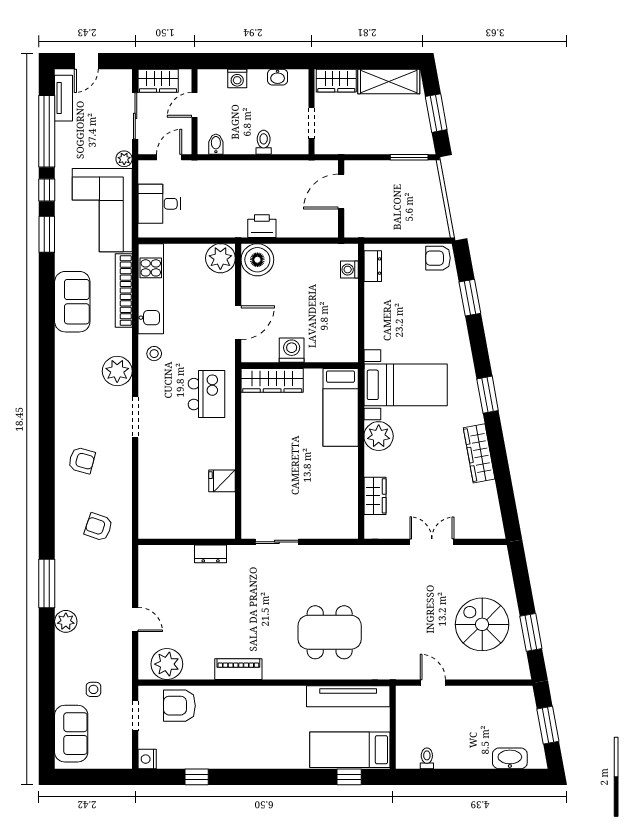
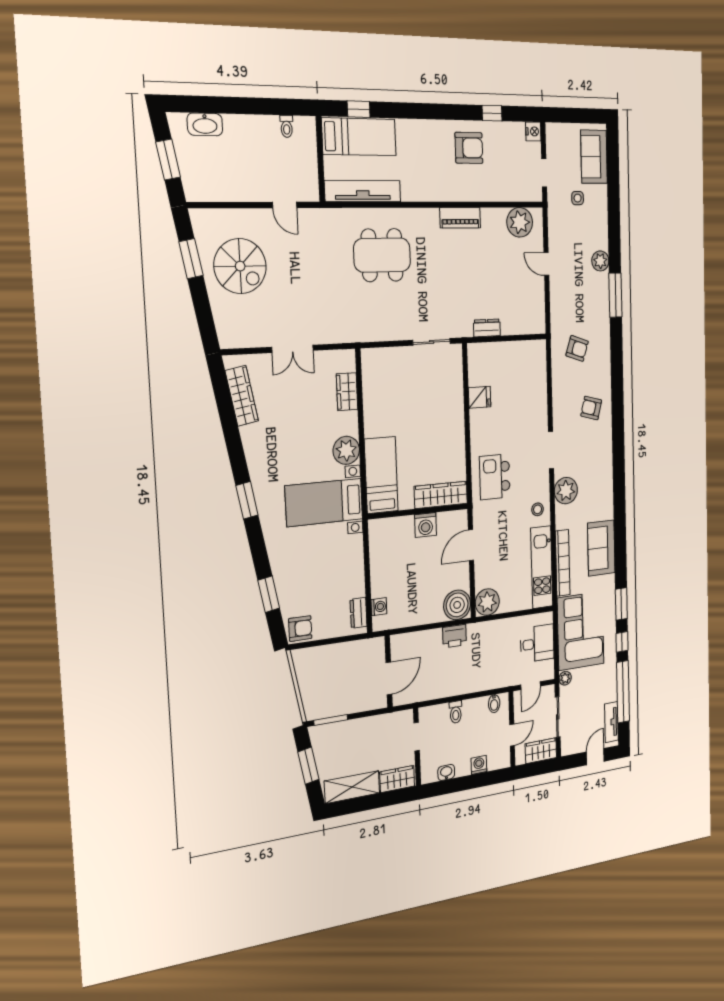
wardrobe: (479, 453) -> (242, 396), moved
armchair: (179, 706) -> (469, 148), moved

